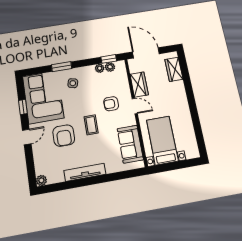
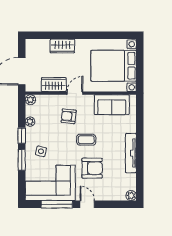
window: (109, 59) -> (22, 136), moved
plant: (110, 67) -> (30, 100), moved
wardrobe: (174, 69) -> (62, 46), moved
armchair: (111, 104) -> (69, 116), turned 96
window: (23, 107) -> (57, 204), width x2.17
bed with nightstands: (162, 140) -> (114, 66), width x1.36

